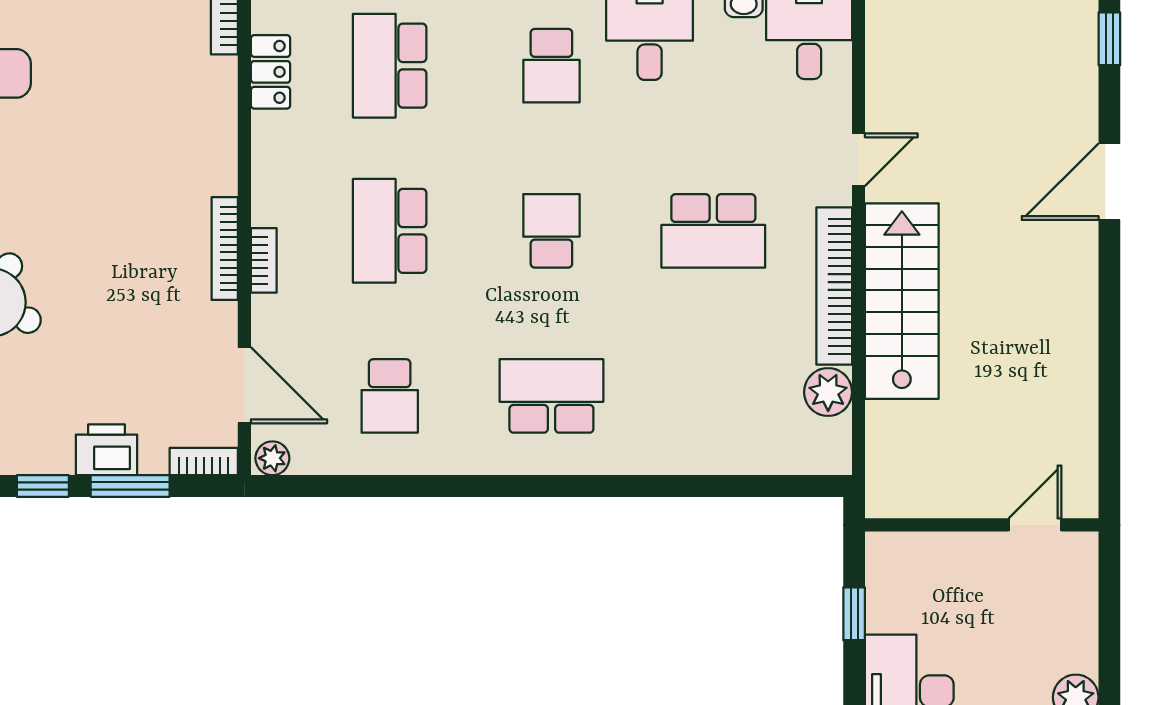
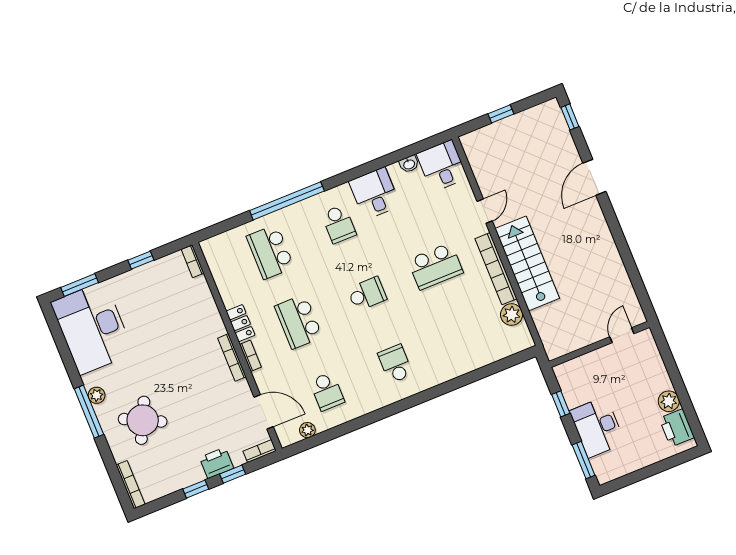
locker: (271, 72) -> (241, 323), moved
school desk: (551, 231) -> (367, 294), turned 90
school desk: (551, 396) -> (395, 364), width x0.54
plant: (272, 458) -> (307, 430), moved
window: (130, 486) -> (233, 474), width x0.67

